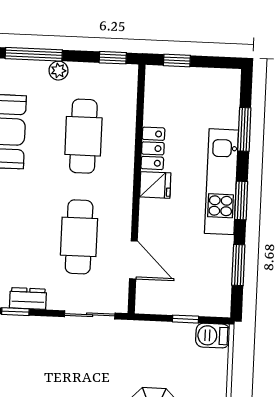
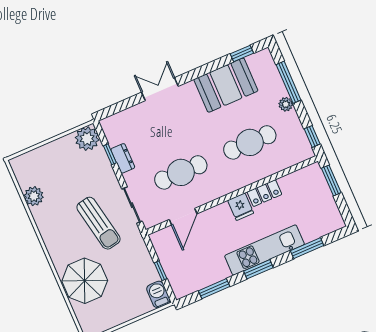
window: (177, 60) -> (331, 180), width x1.50
sun lounger: (92, 366) -> (98, 223), added

